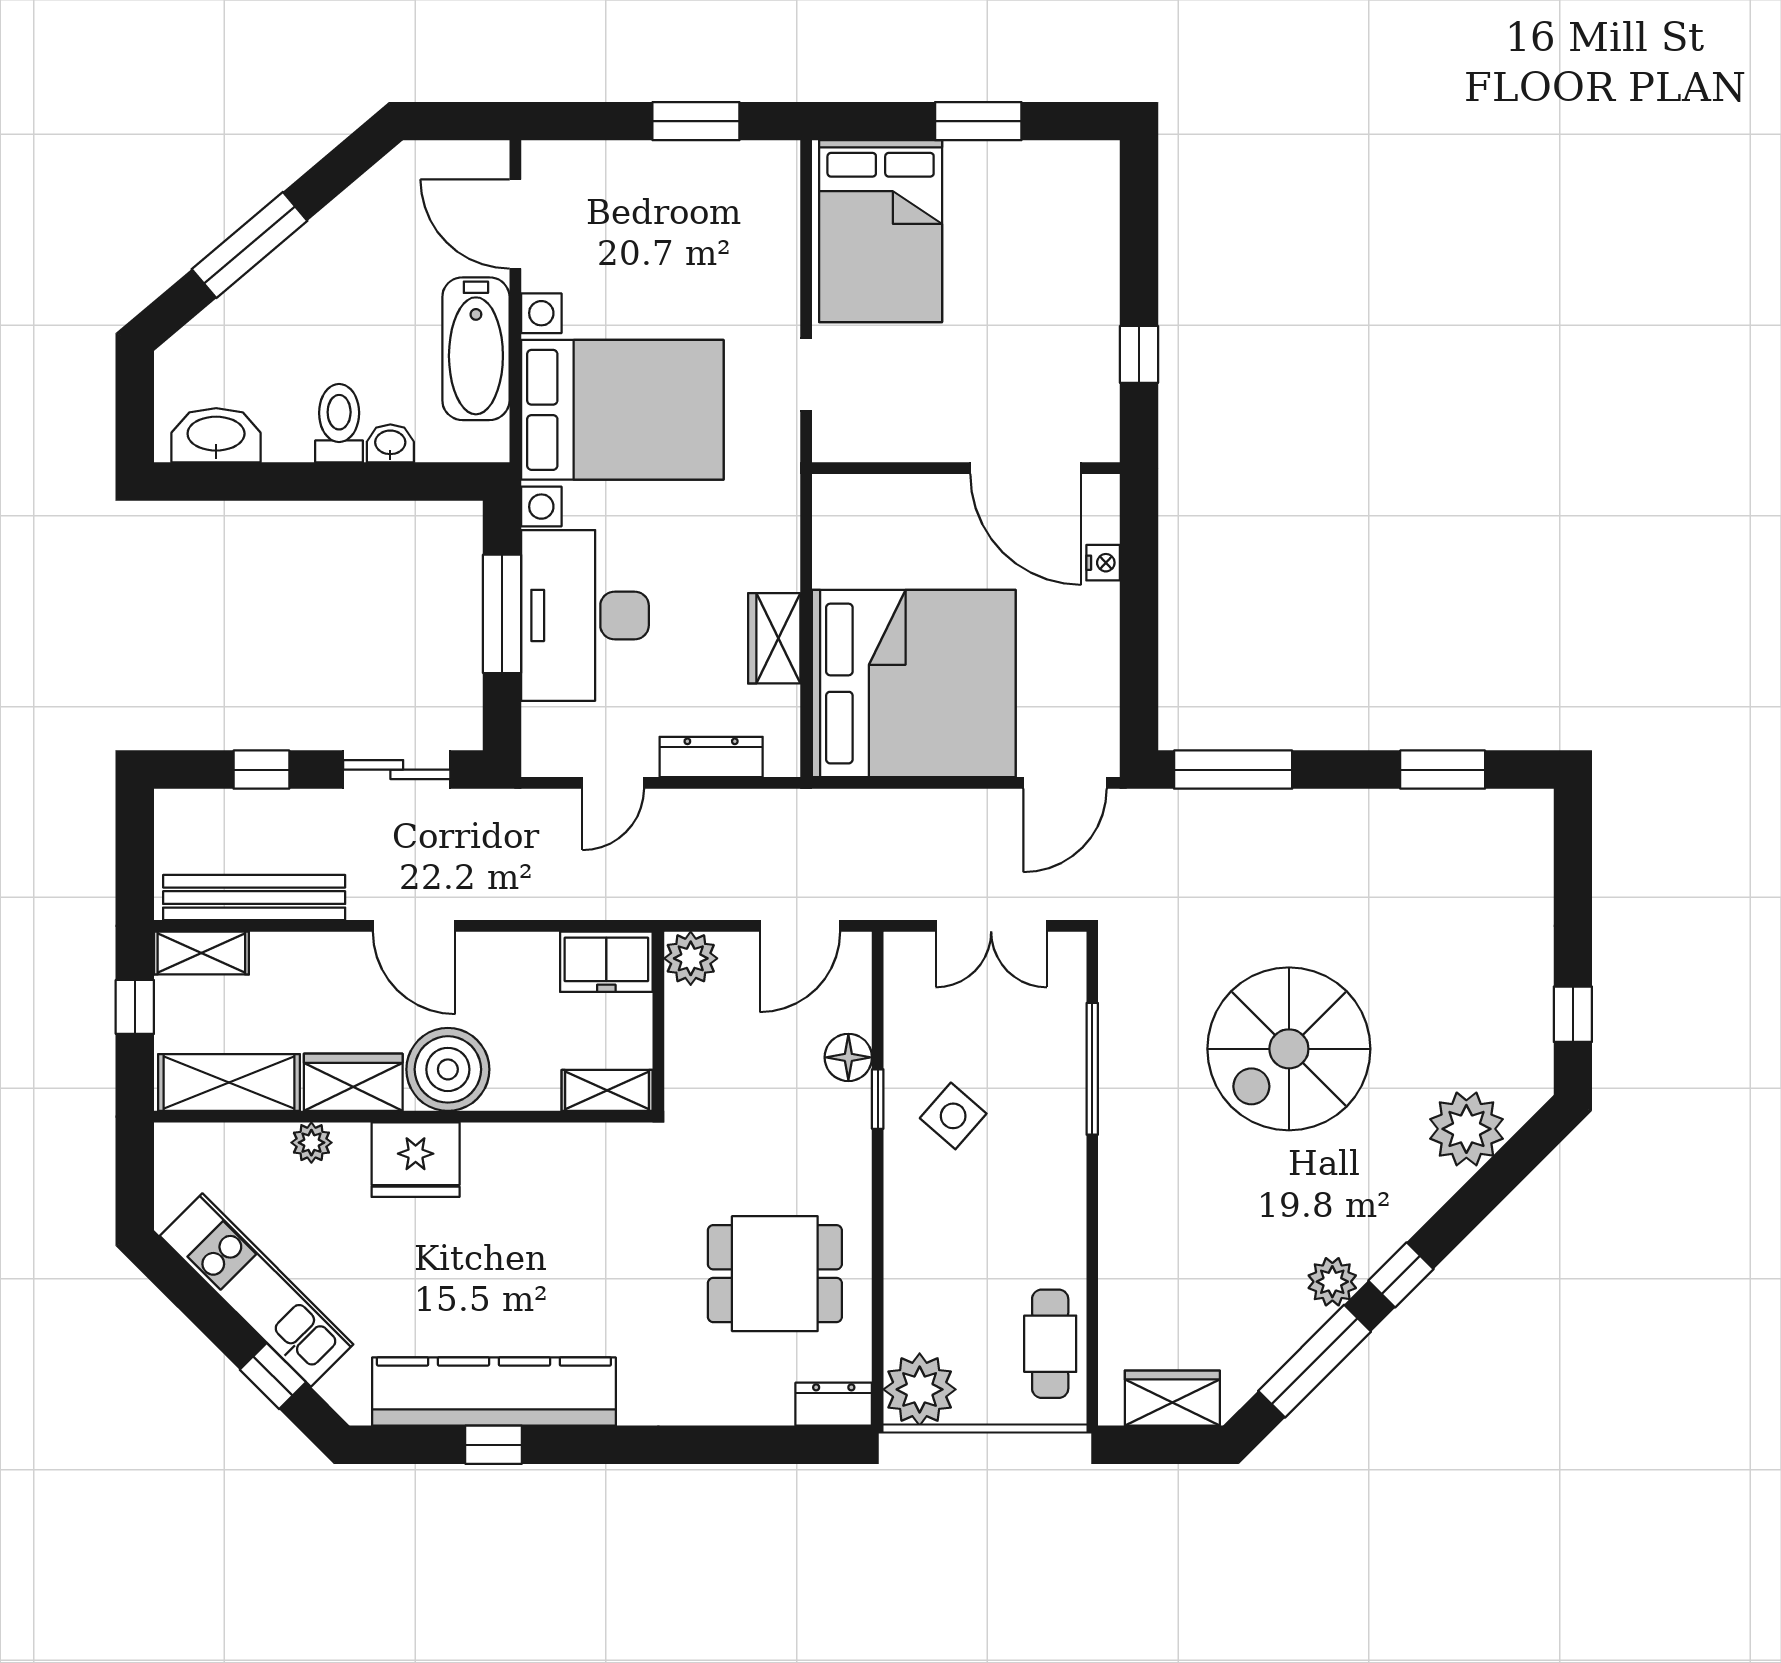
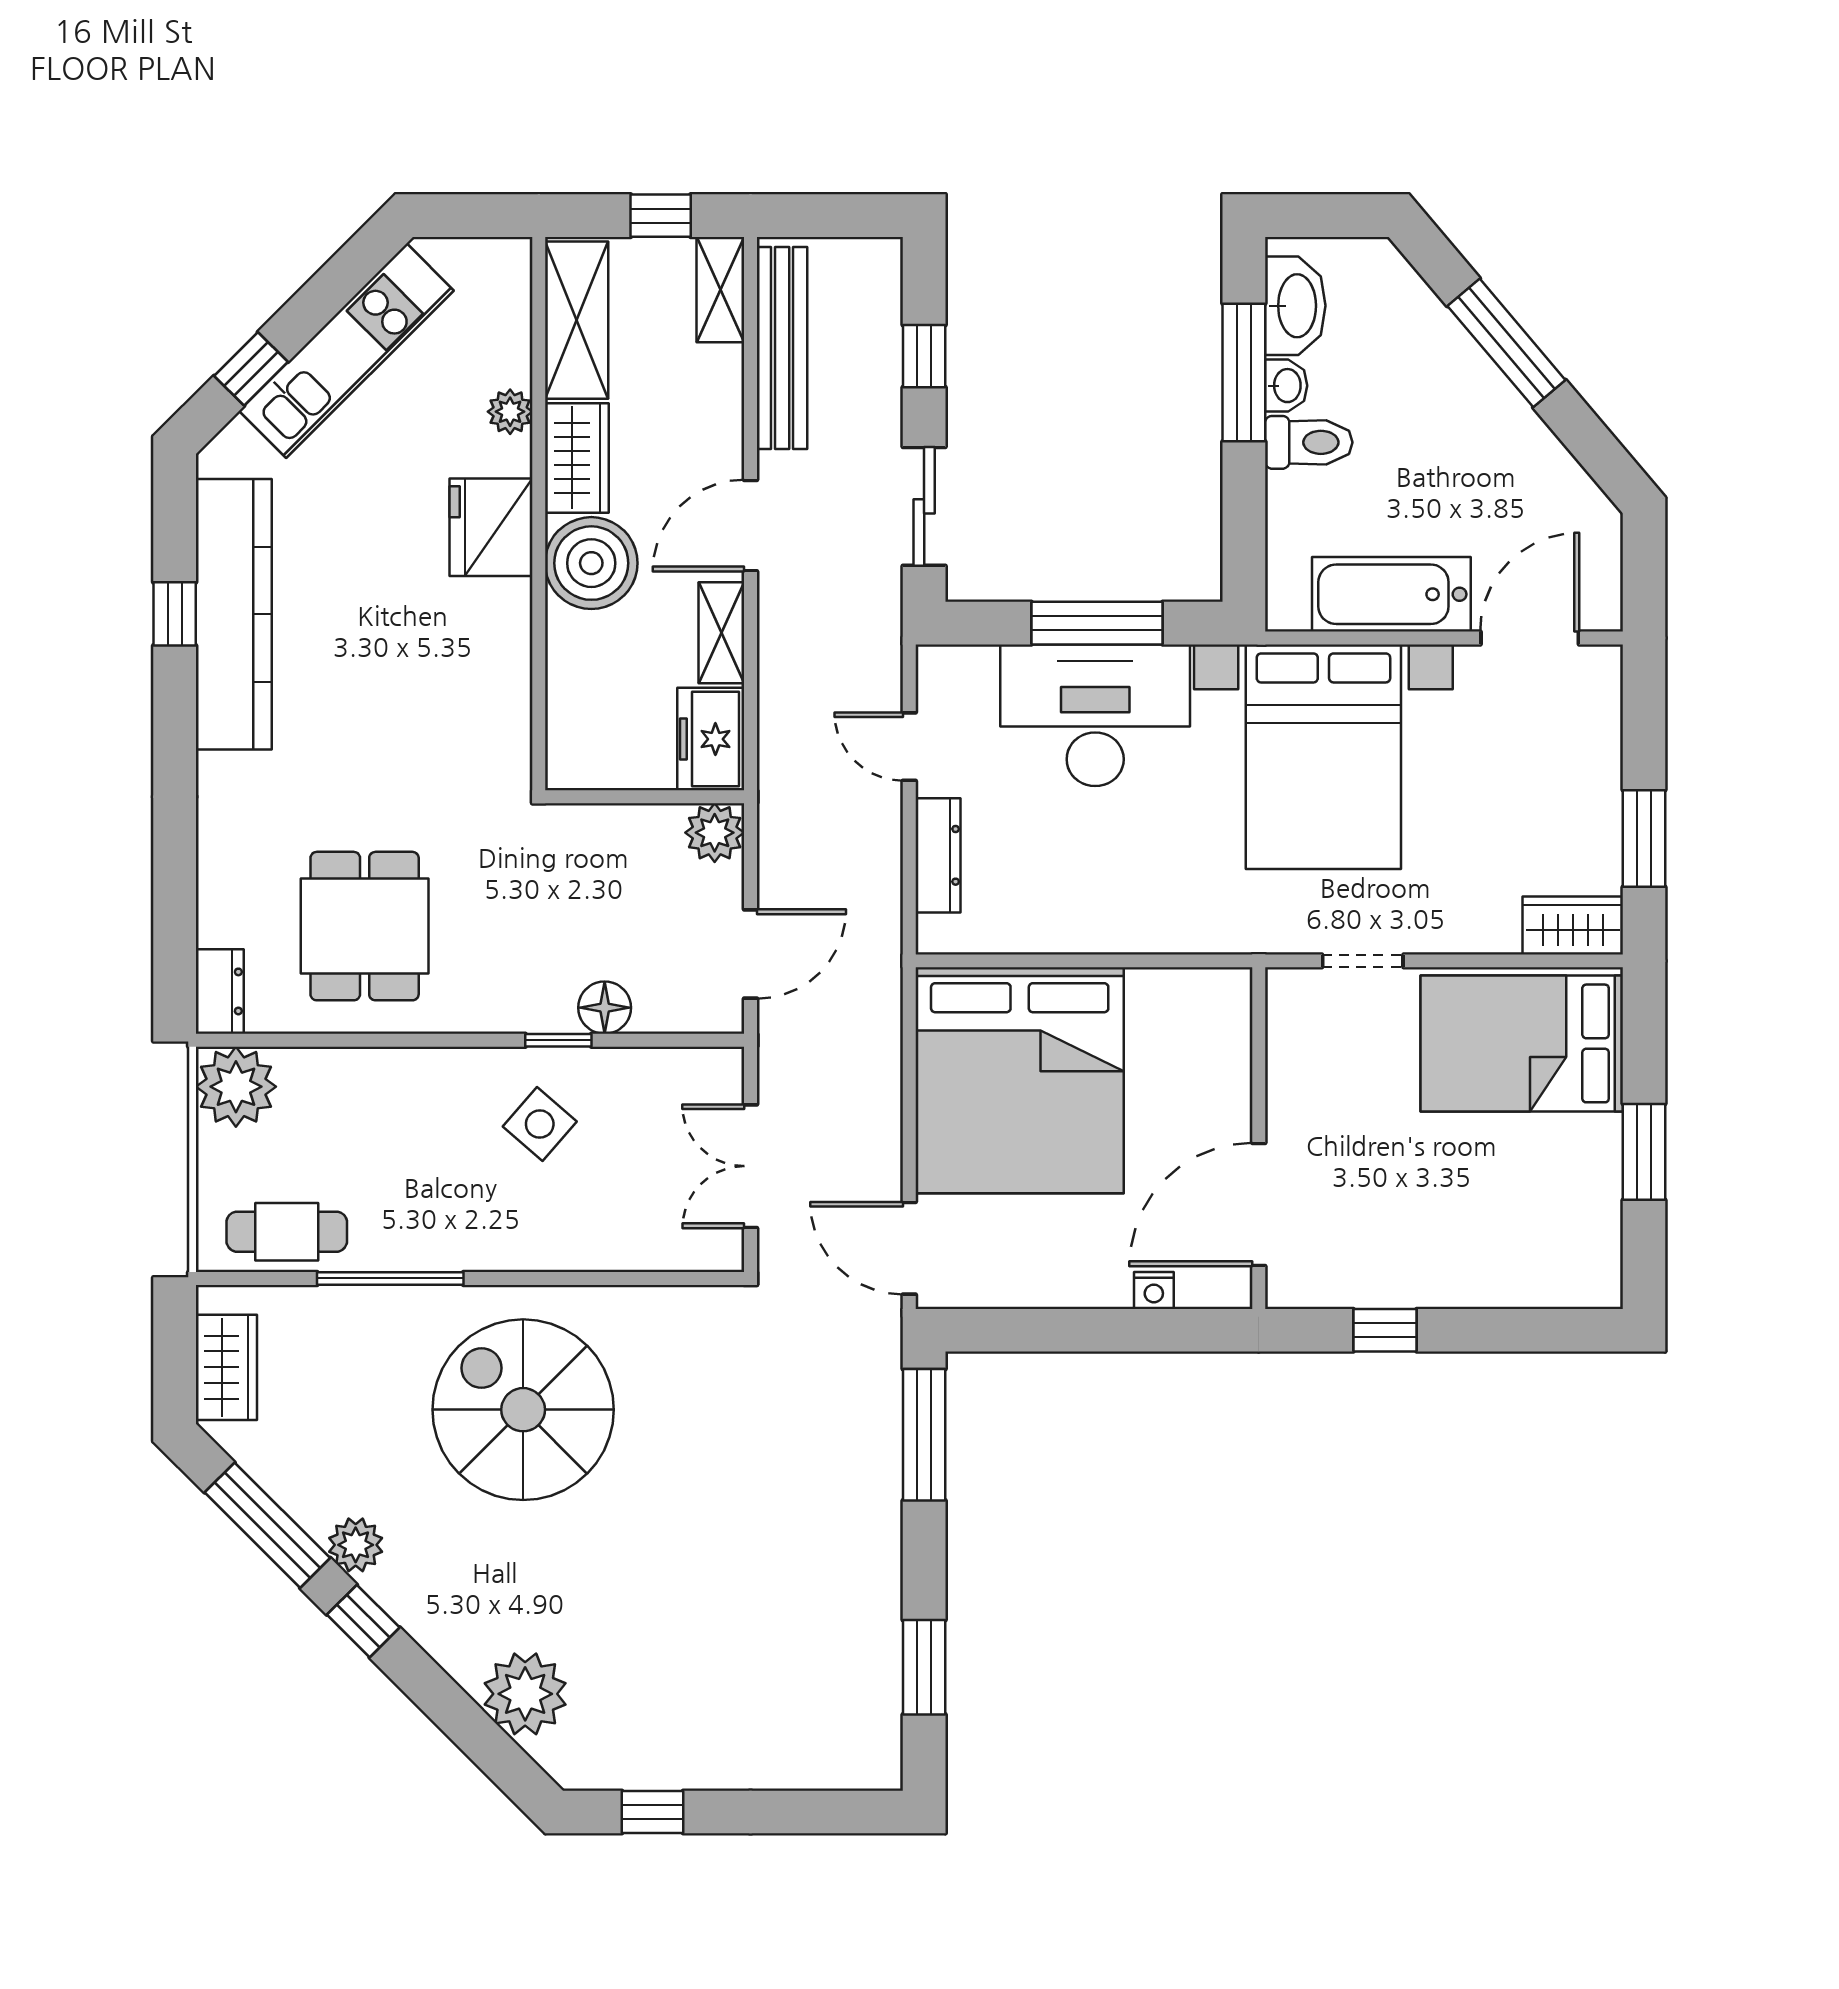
washbasin: (390, 443) -> (1286, 386), moved
window: (276, 482) -> (1244, 372), added
wardrobe: (774, 638) -> (1573, 925), moved
door: (800, 926) -> (751, 954), swing flipped
spiral stairs: (1289, 1049) -> (523, 1410), moved
window: (1092, 1069) -> (390, 1278), moved
shelving: (607, 1090) -> (721, 633), moved

